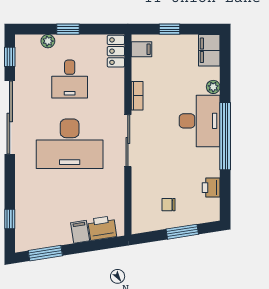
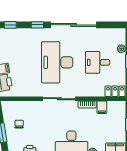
filing cabinet: (142, 49) -> (102, 107), moved
window: (10, 57) -> (37, 25), moved

